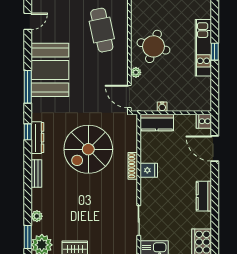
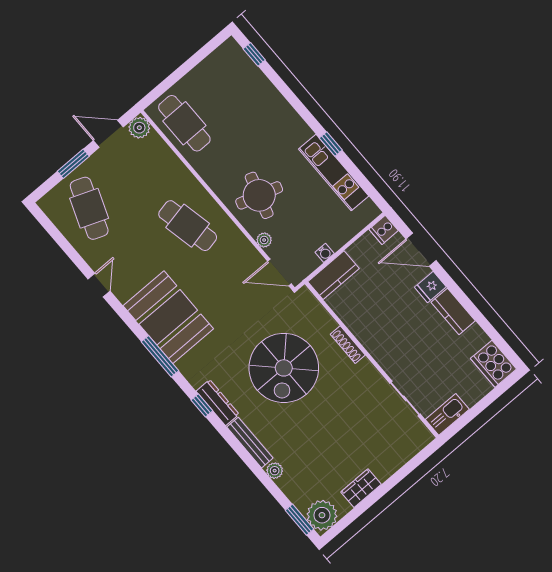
kitchen unit: (203, 48) -> (334, 173), moved
fridge: (149, 170) -> (430, 287), moved, turned 180
bench: (36, 173) -> (250, 443), width x1.36
plant: (37, 216) -> (275, 471), moved

